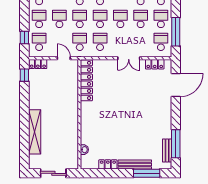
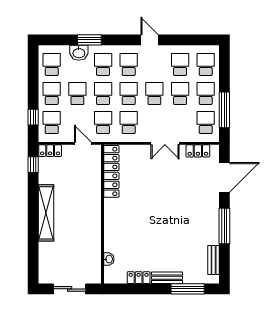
shelving: (35, 132) -> (46, 213), moved
window: (176, 144) -> (224, 226), moved
bench: (135, 164) -> (167, 278), width x0.73

